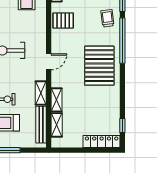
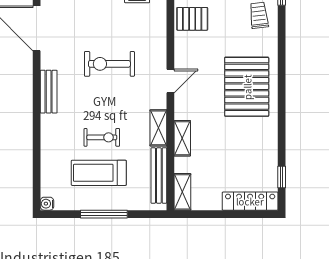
window: (122, 41) -> (282, 49), removed
shelving: (57, 125) -> (182, 192), moved

